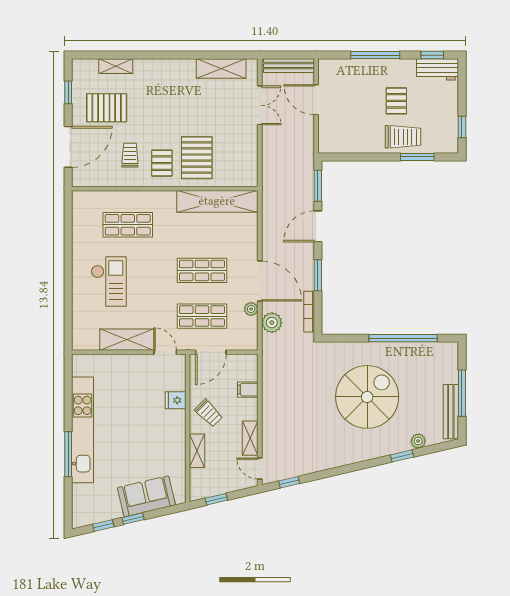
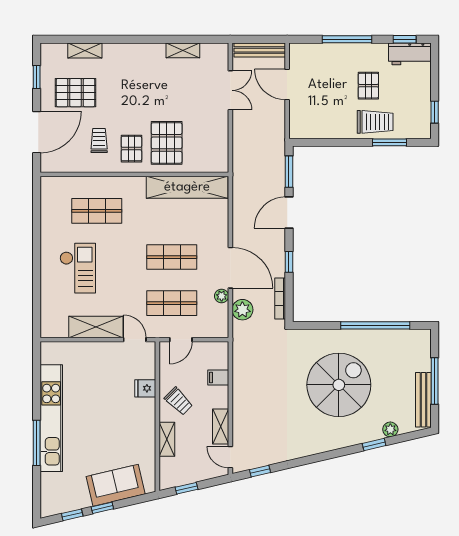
shelving: (221, 68) -> (183, 50), width x0.67, depth x0.75
window: (318, 275) -> (289, 262), width x0.67
door: (211, 352) -> (181, 340), width x0.73

